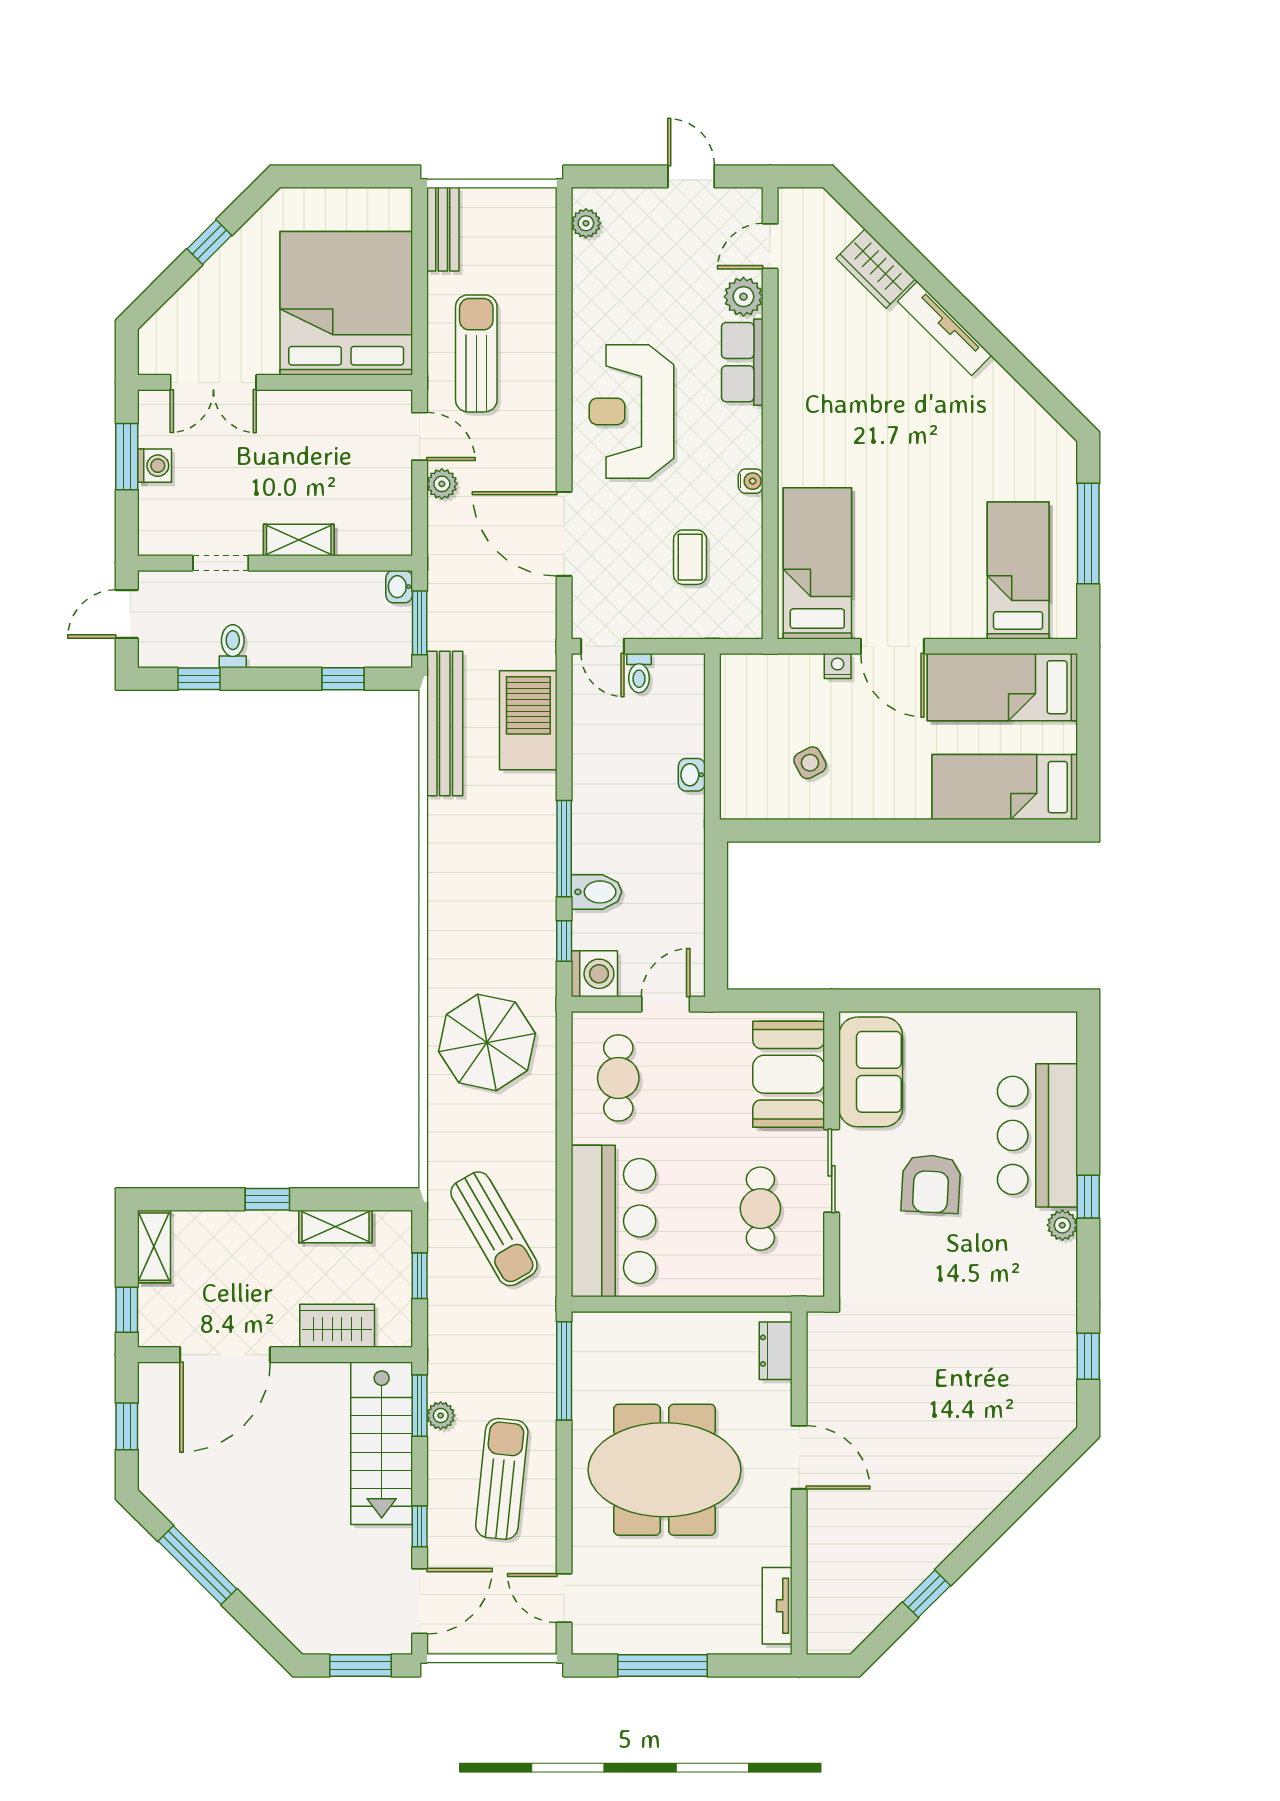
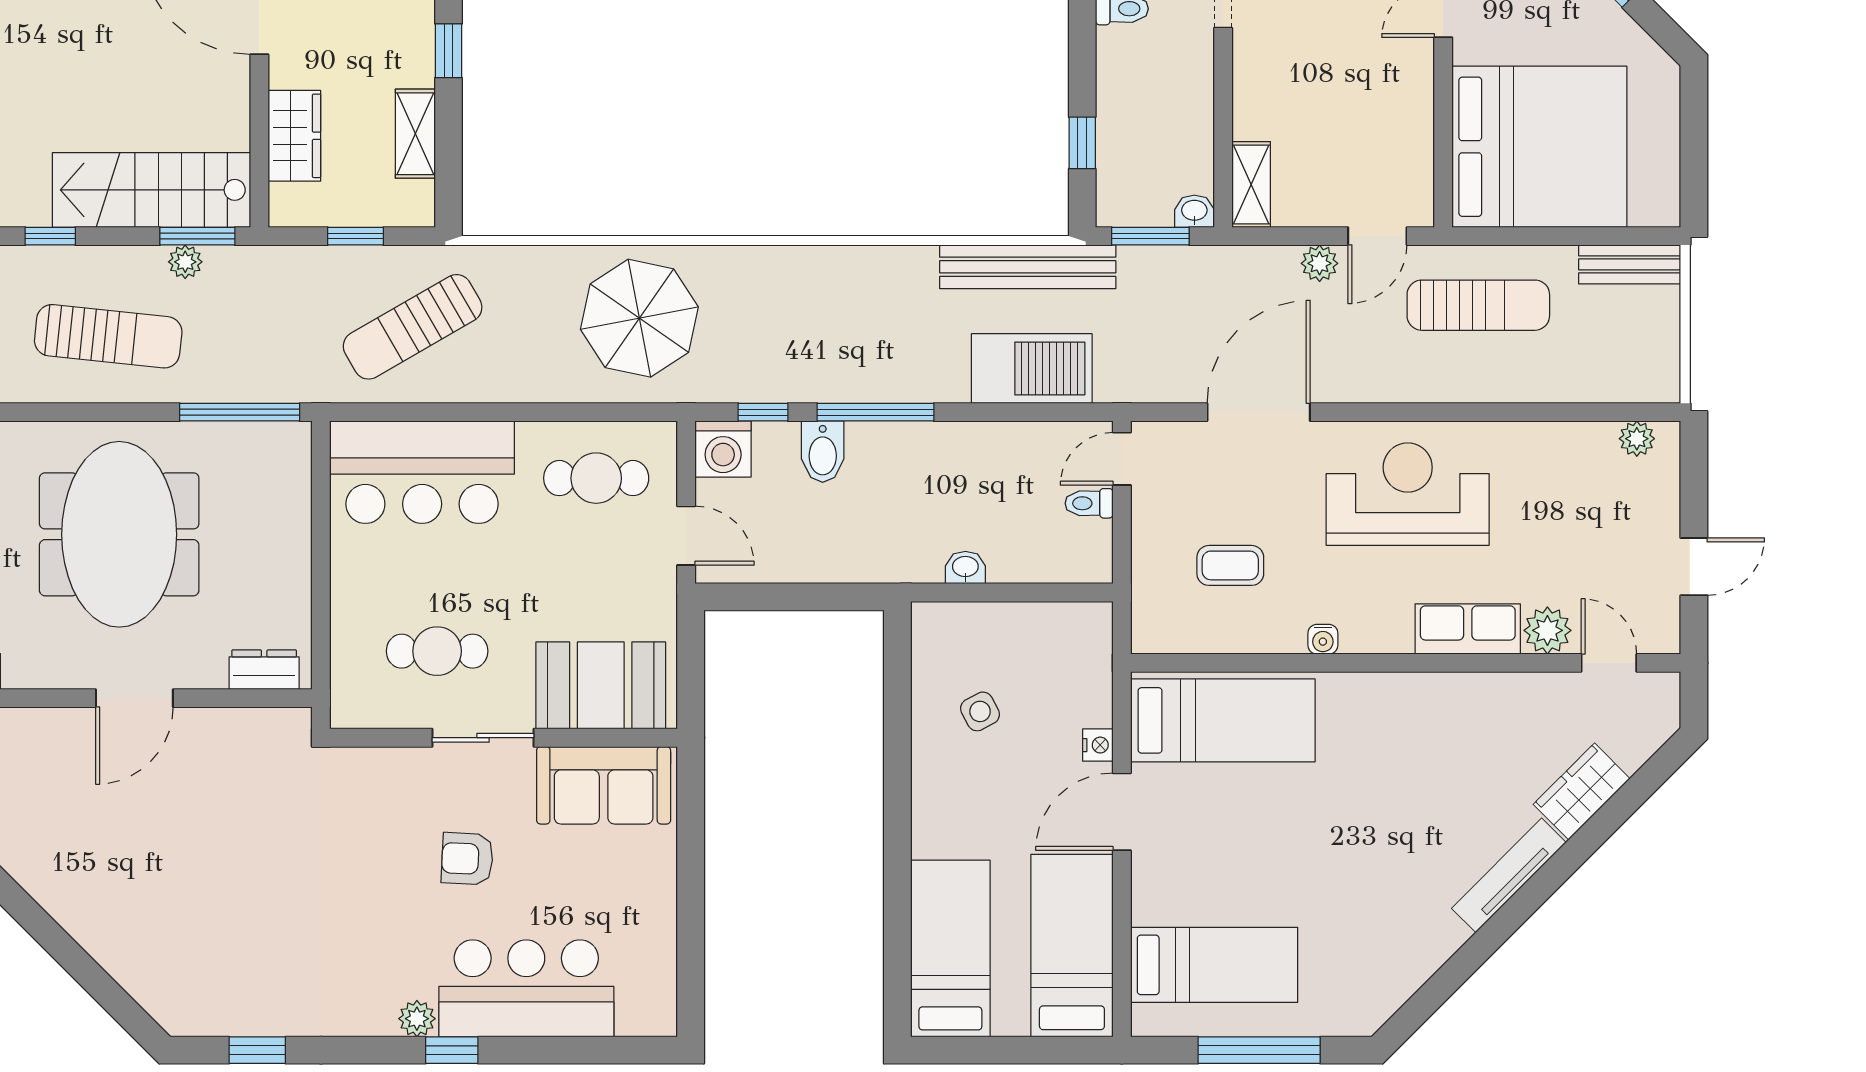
shelving: (299, 540) -> (1251, 184), moved
armchair: (931, 1184) -> (467, 859), width x0.72, depth x0.72

